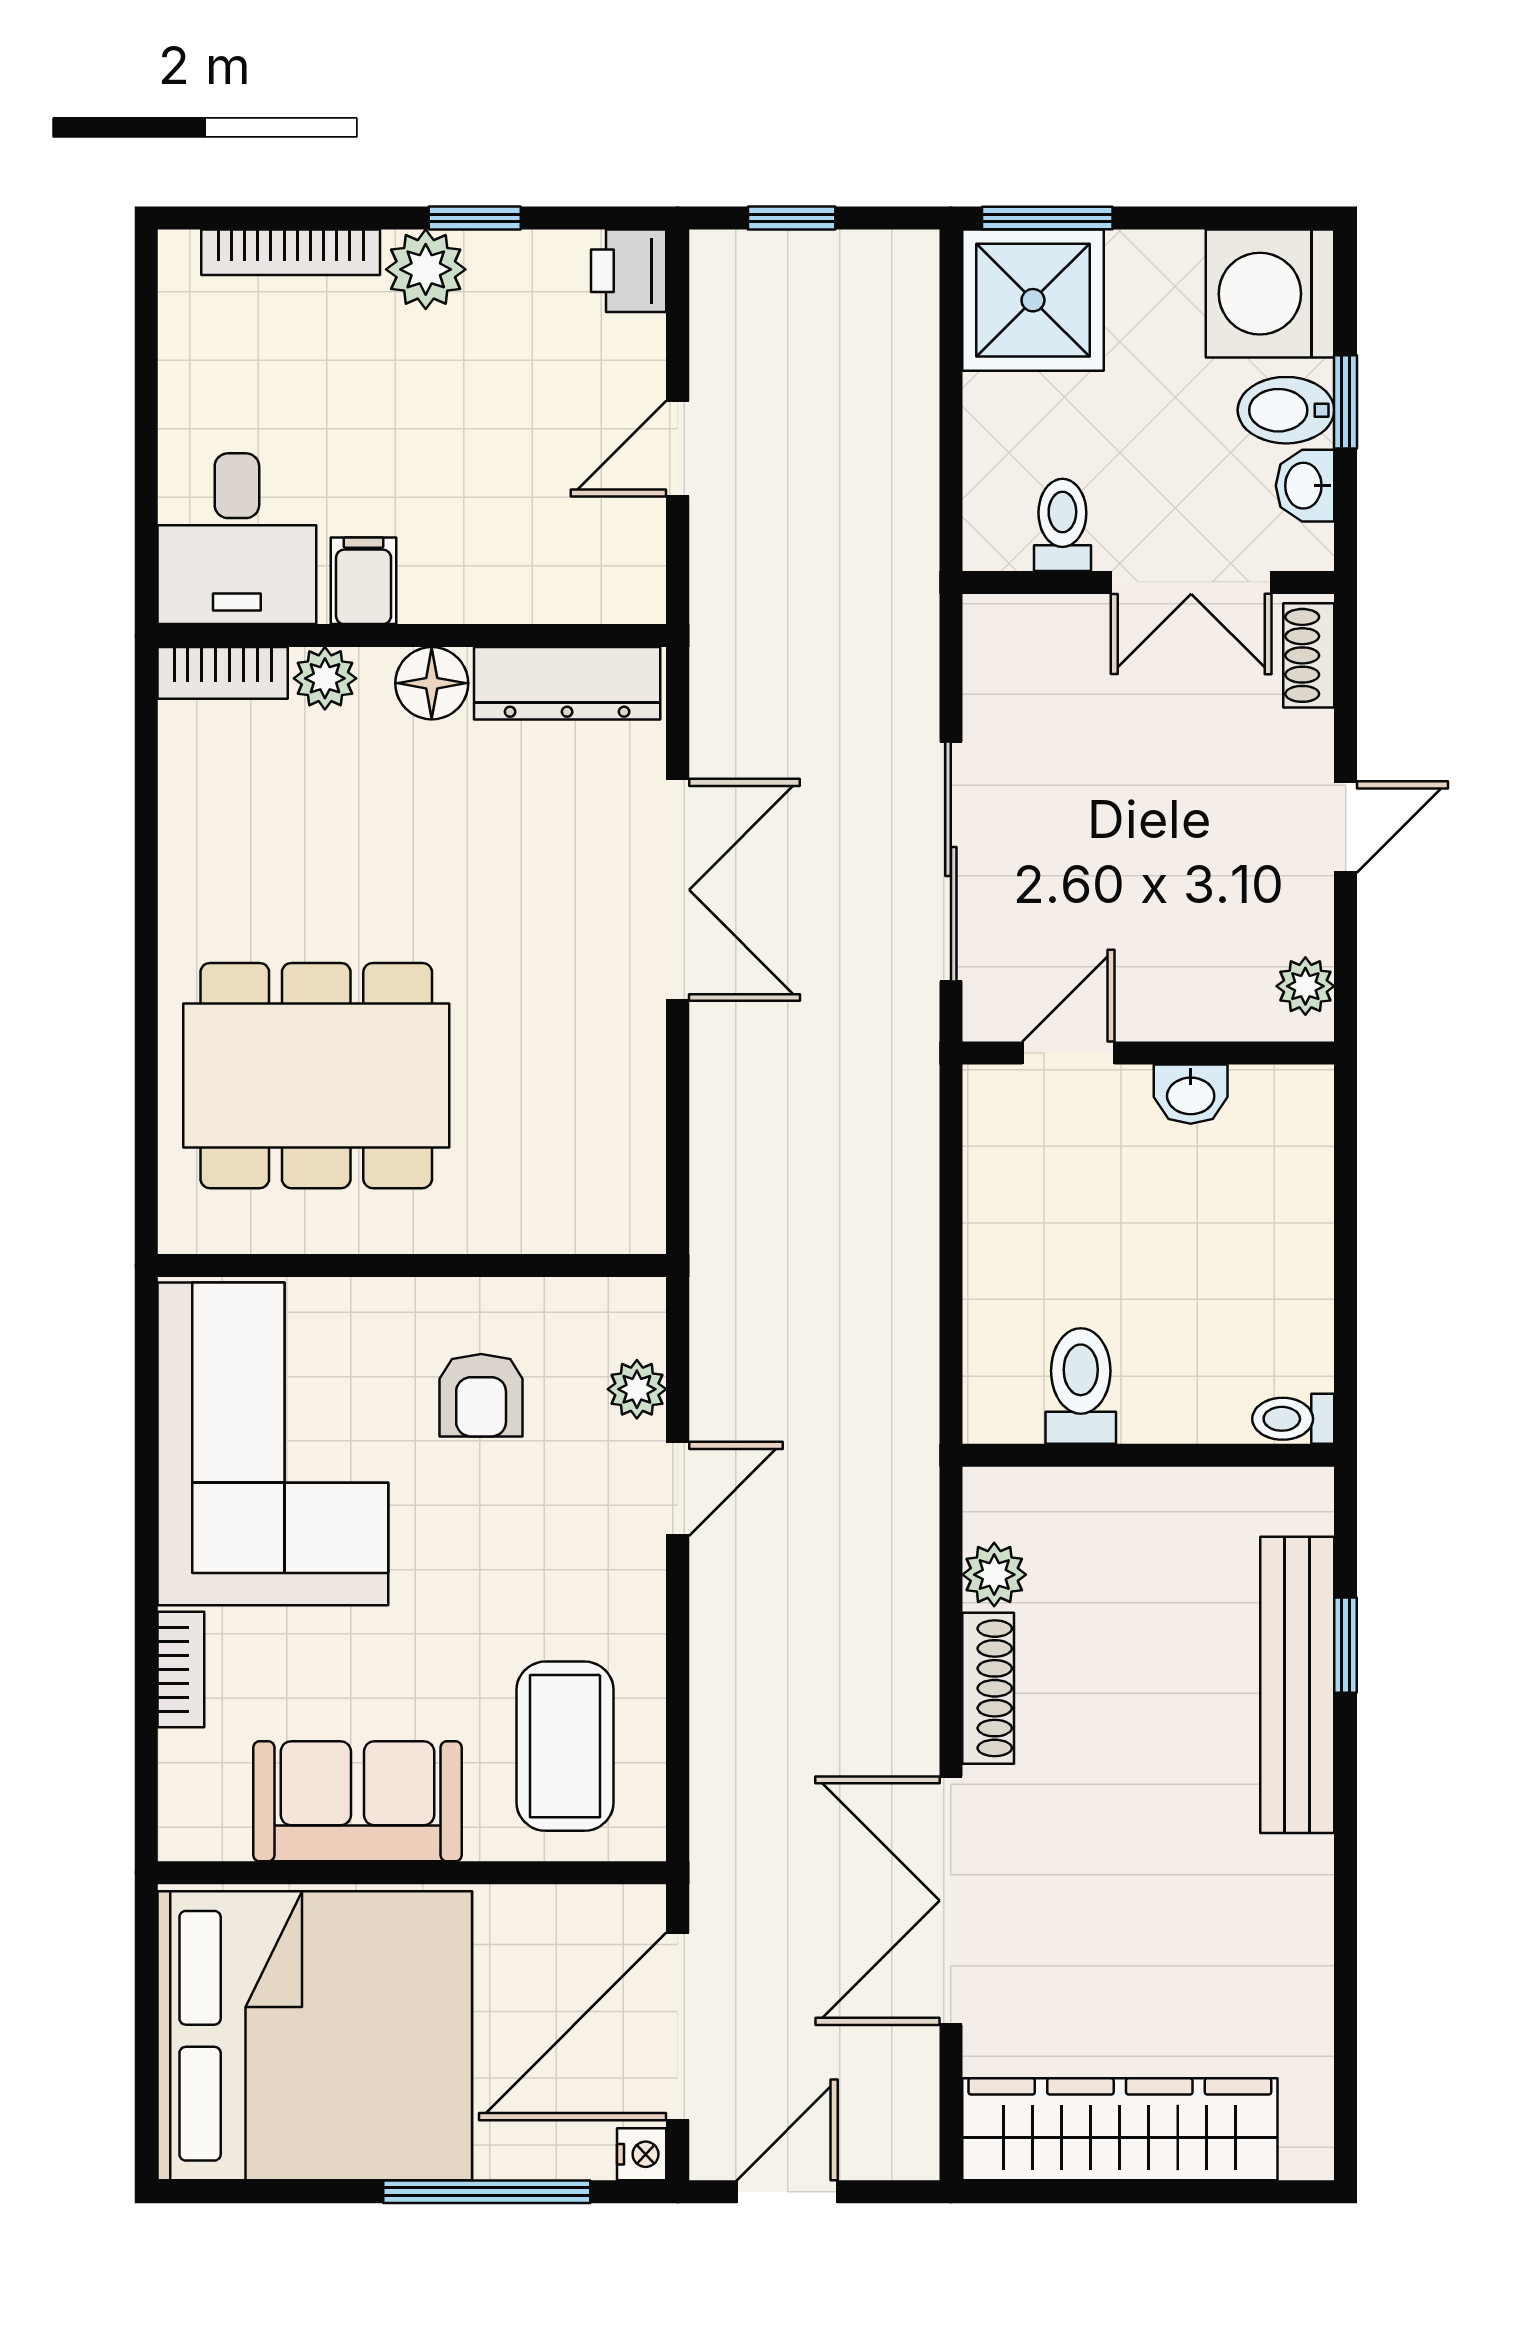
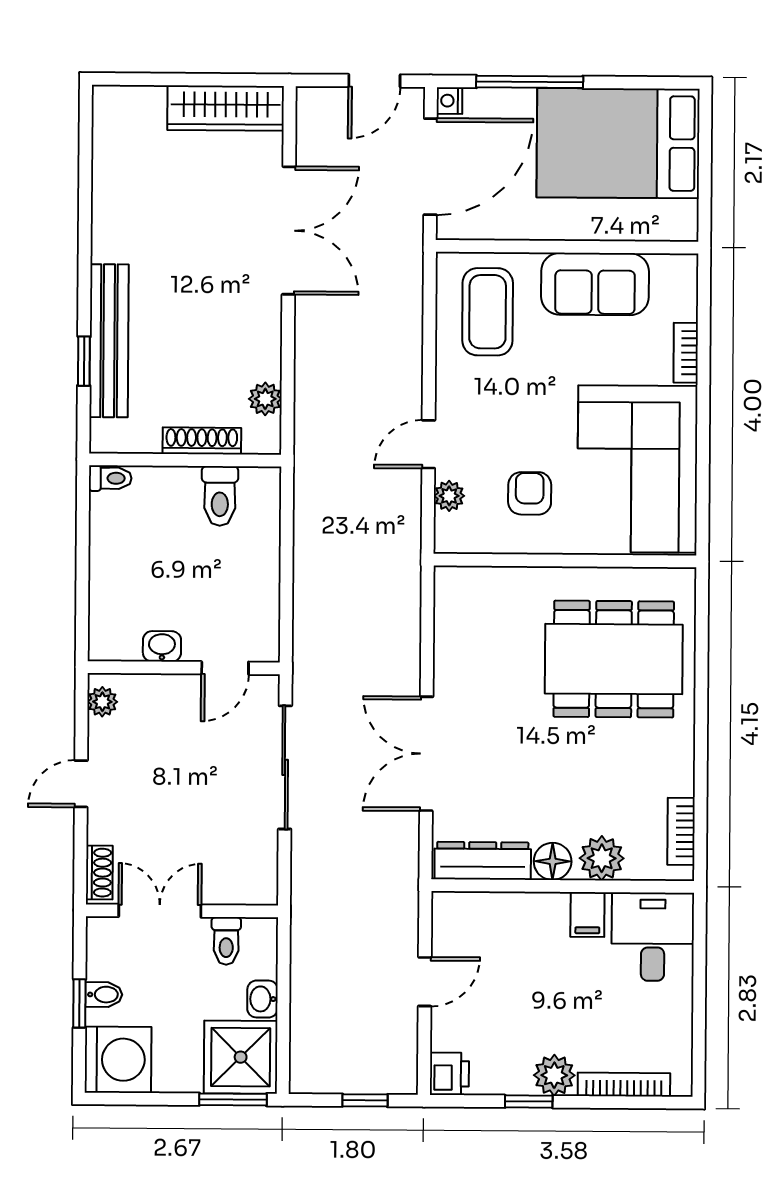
bidet: (1286, 410) -> (104, 995), width x0.72, depth x0.74
washbasin: (1305, 486) -> (262, 999), moved, turned 180
bookcase: (223, 673) -> (681, 831), moved, turned -90
plant: (325, 678) -> (602, 858), width x1.38, depth x1.38
shoe rack: (988, 1688) -> (202, 441), moved, turned 90
bed: (315, 2036) -> (618, 143), width x0.73
wardrobe: (1120, 2129) -> (226, 108), width x0.71, depth x0.85

